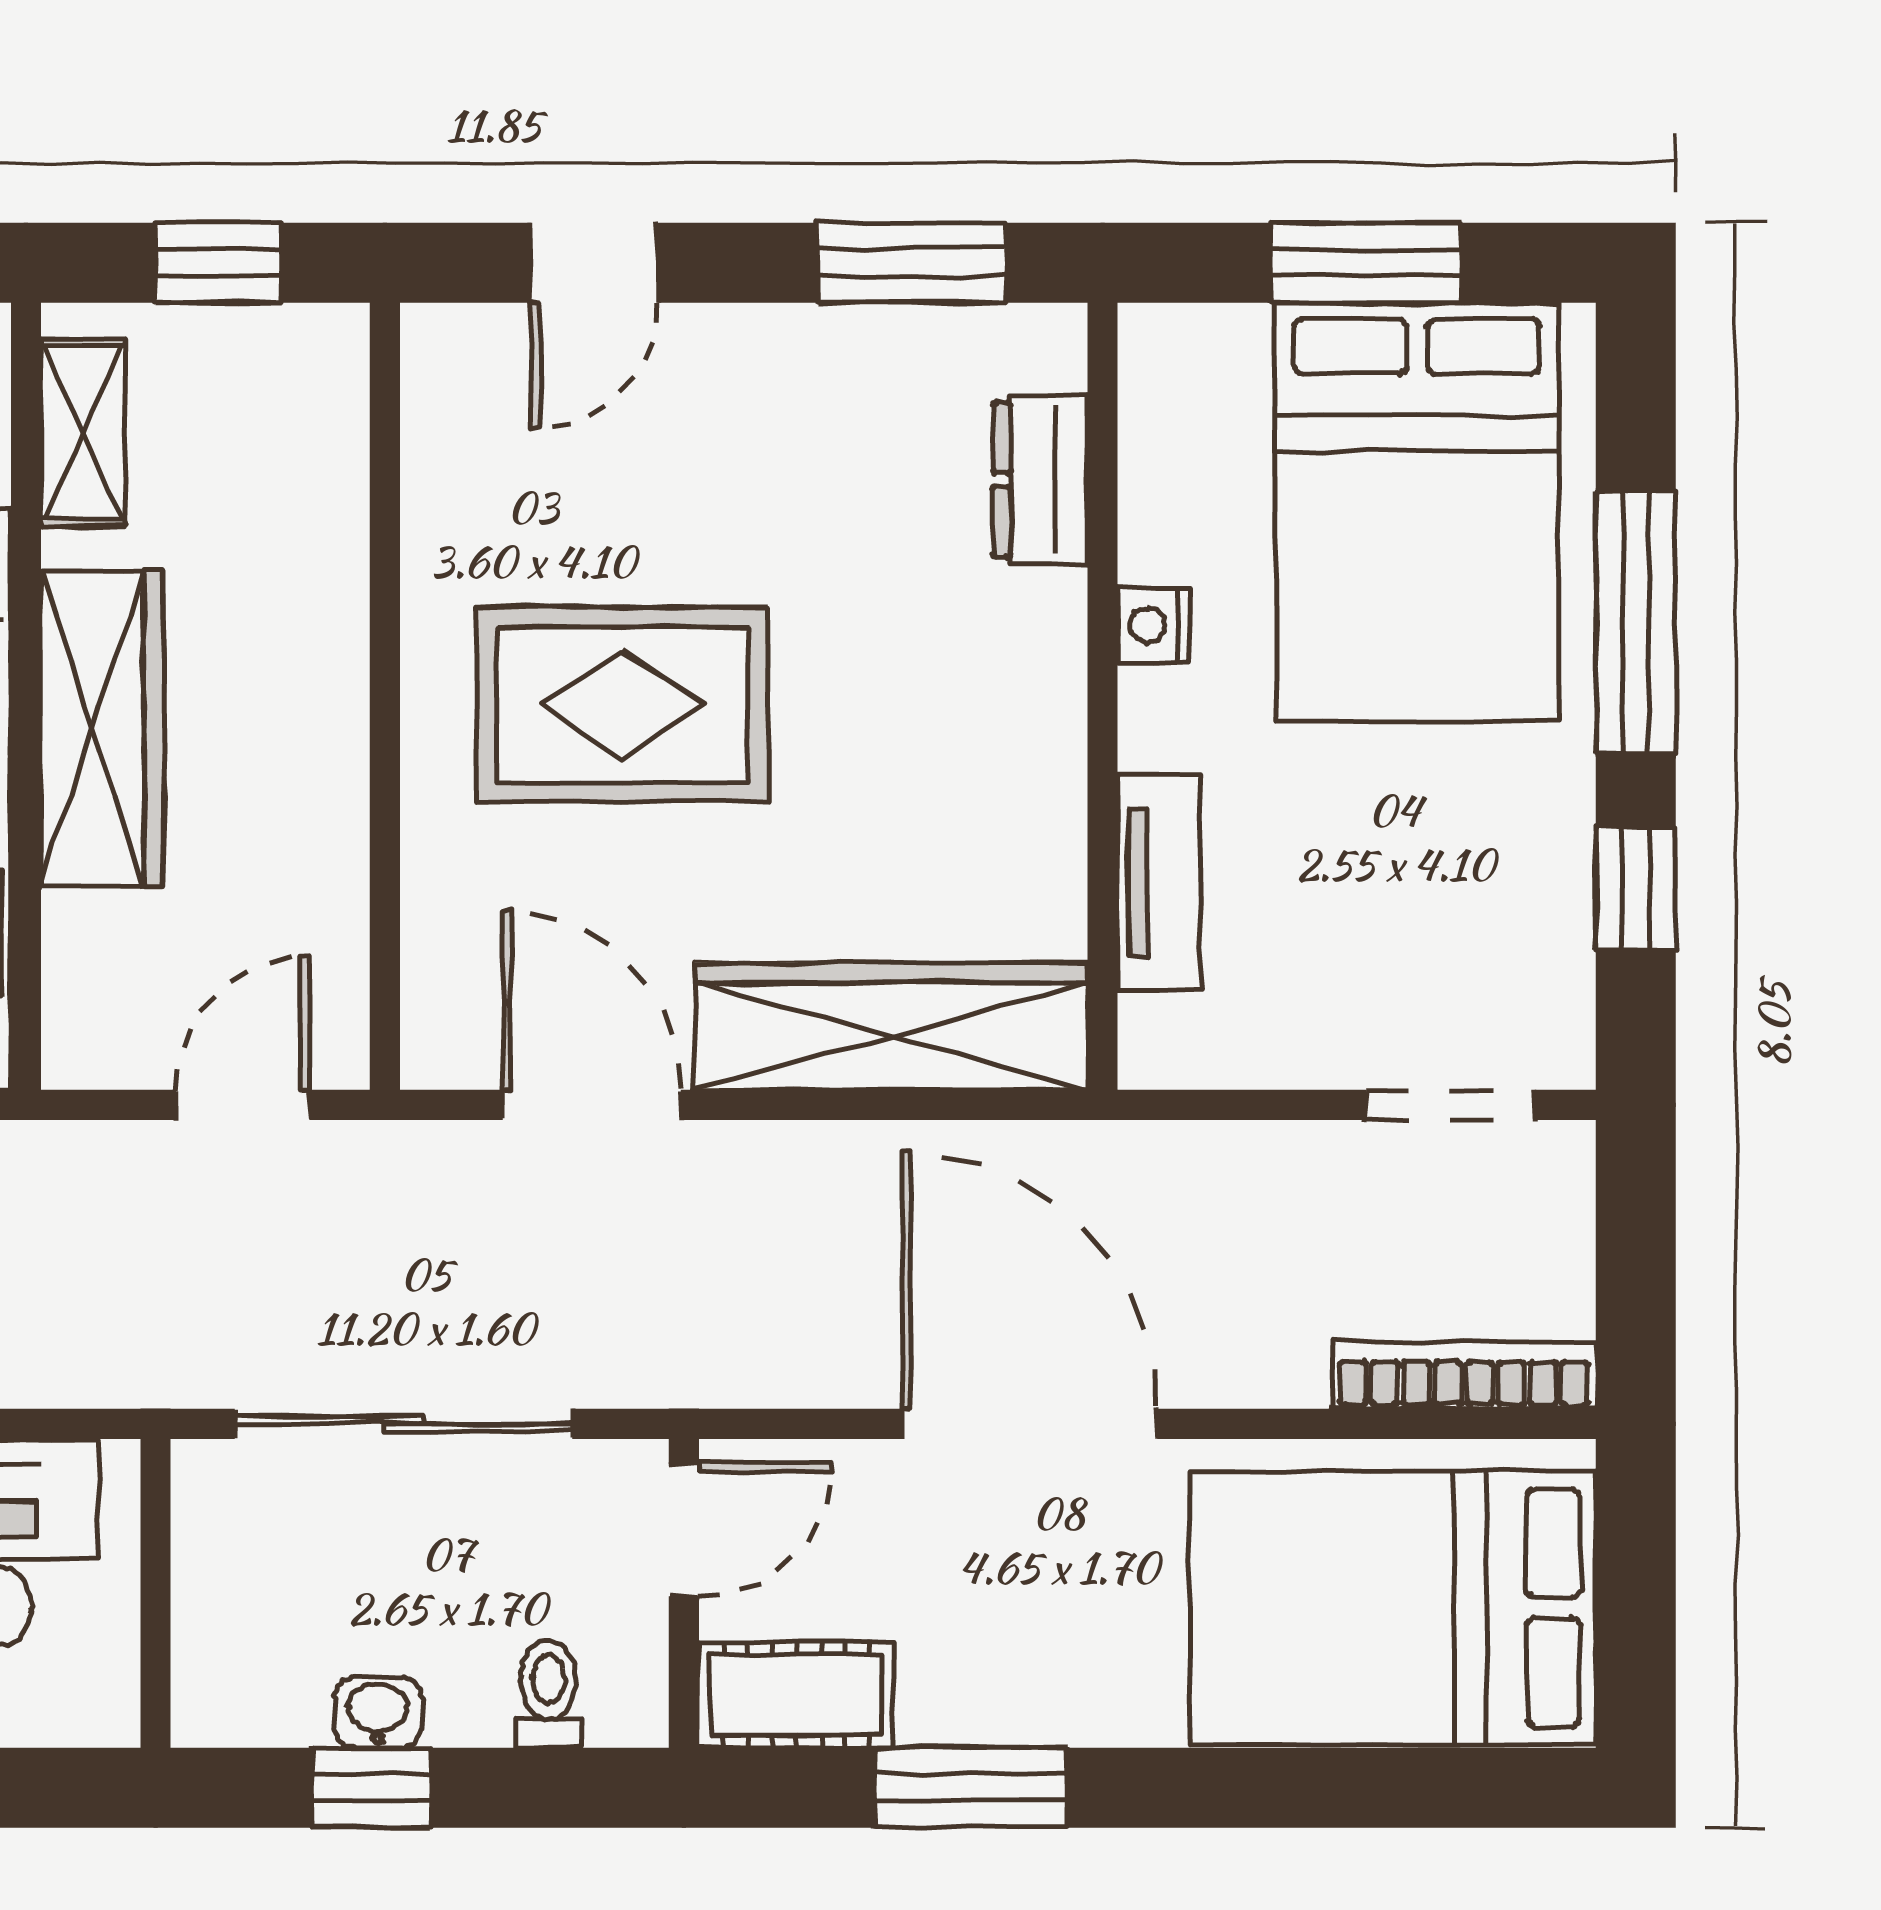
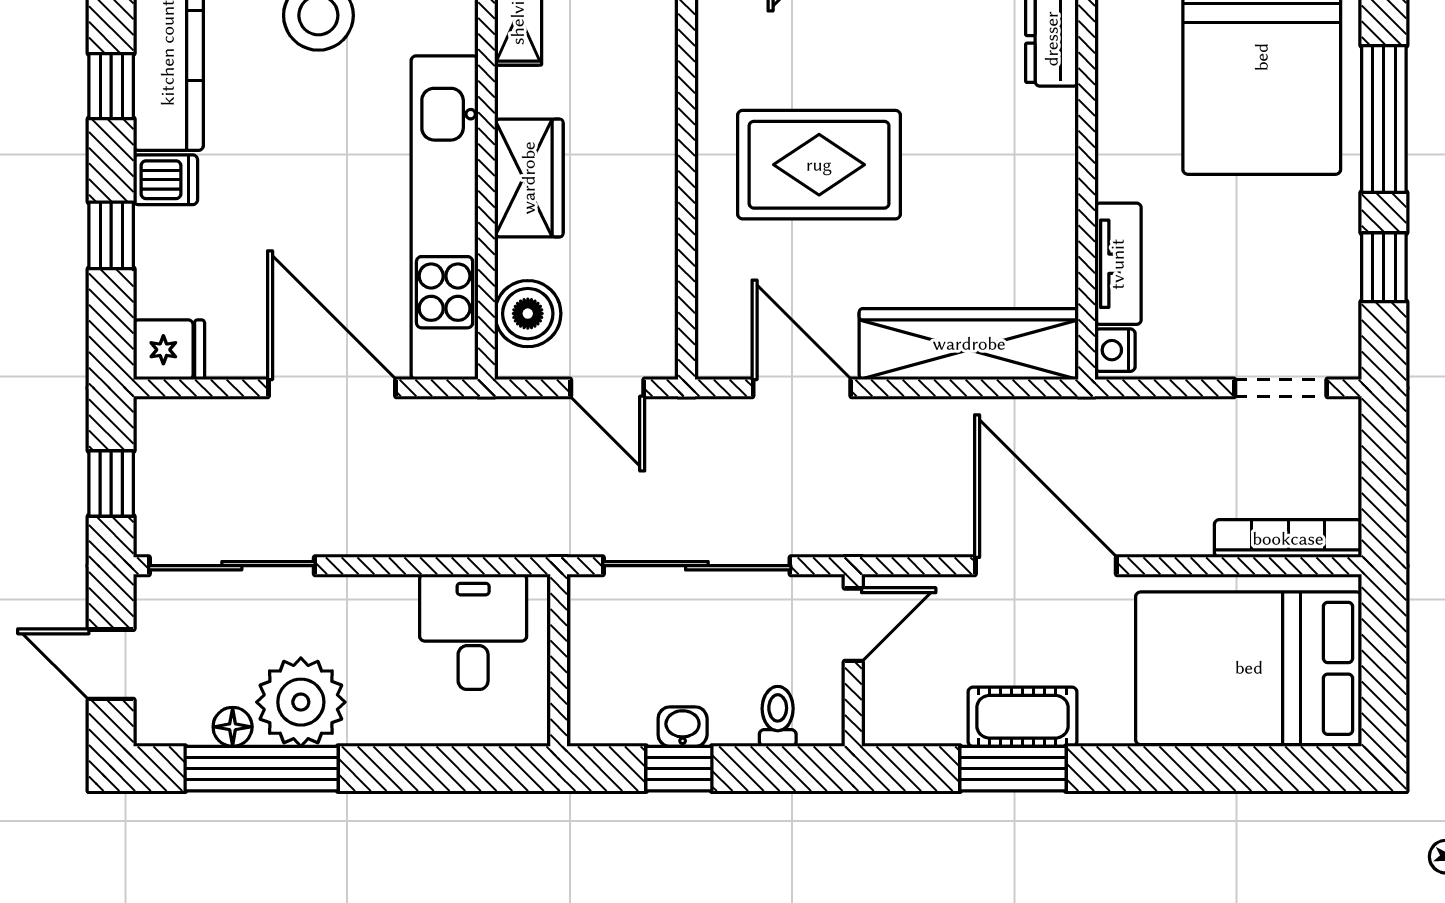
nightstand: (1154, 625) -> (1115, 350), moved
wardrobe: (102, 729) -> (529, 178), width x0.67
boiler: (100, 972) -> (528, 314), added
door: (243, 1105) -> (607, 388), swing flipped
cot: (796, 1695) -> (1022, 717), moved

